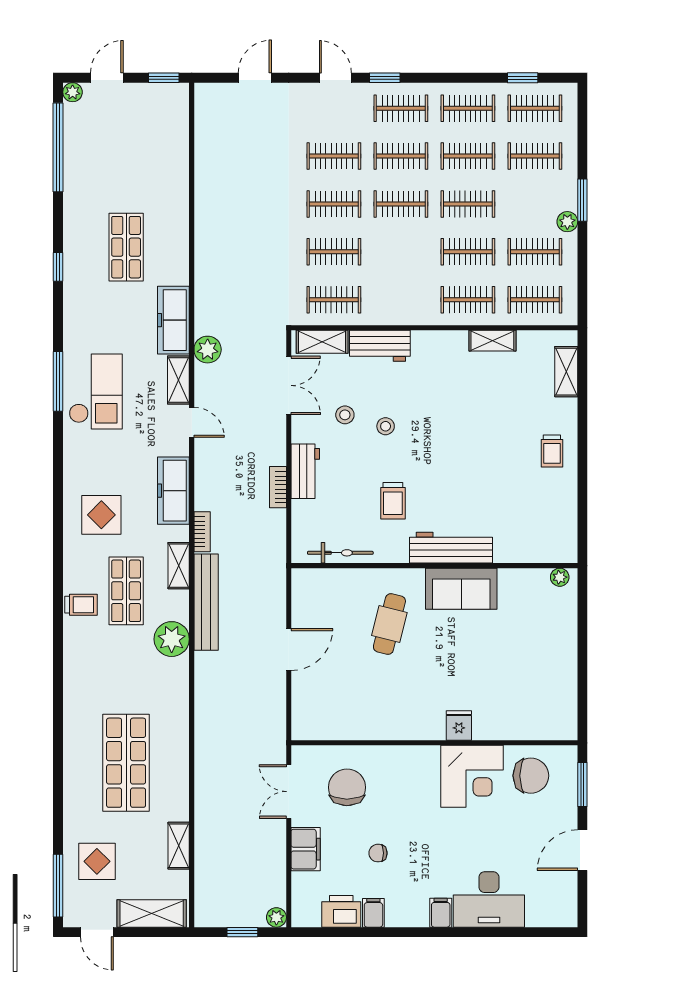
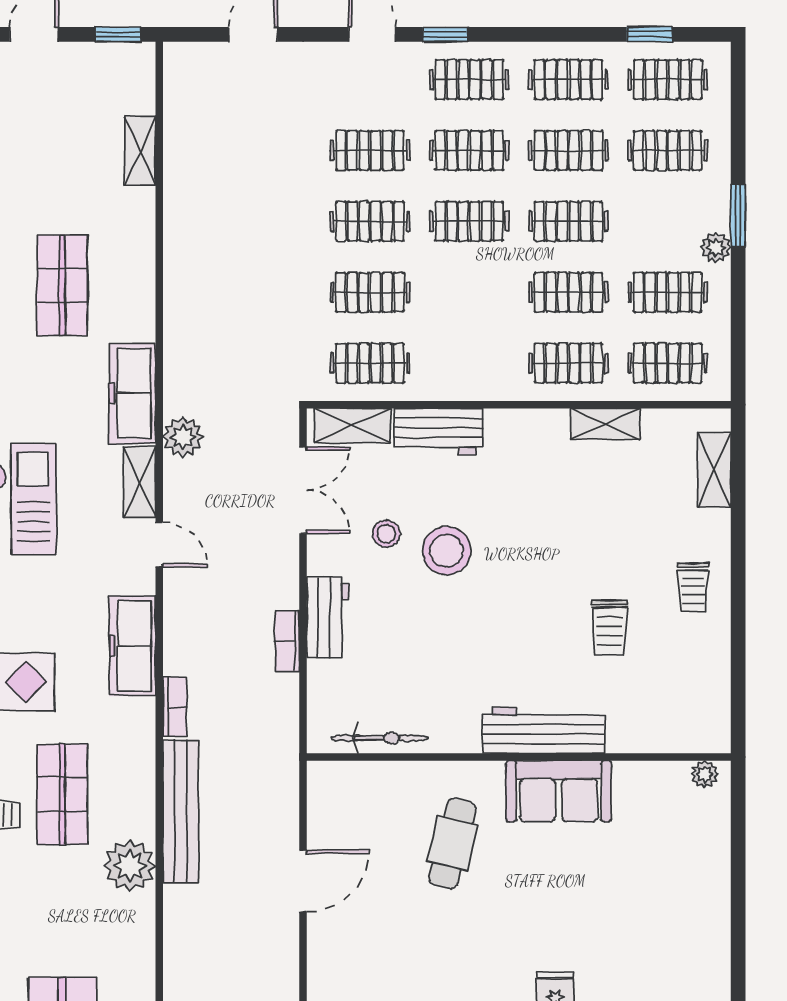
stool: (386, 426) -> (447, 551), width x1.89, depth x1.89
trolley: (393, 501) -> (609, 627), moved
shelving: (179, 566) -> (140, 151), moved

